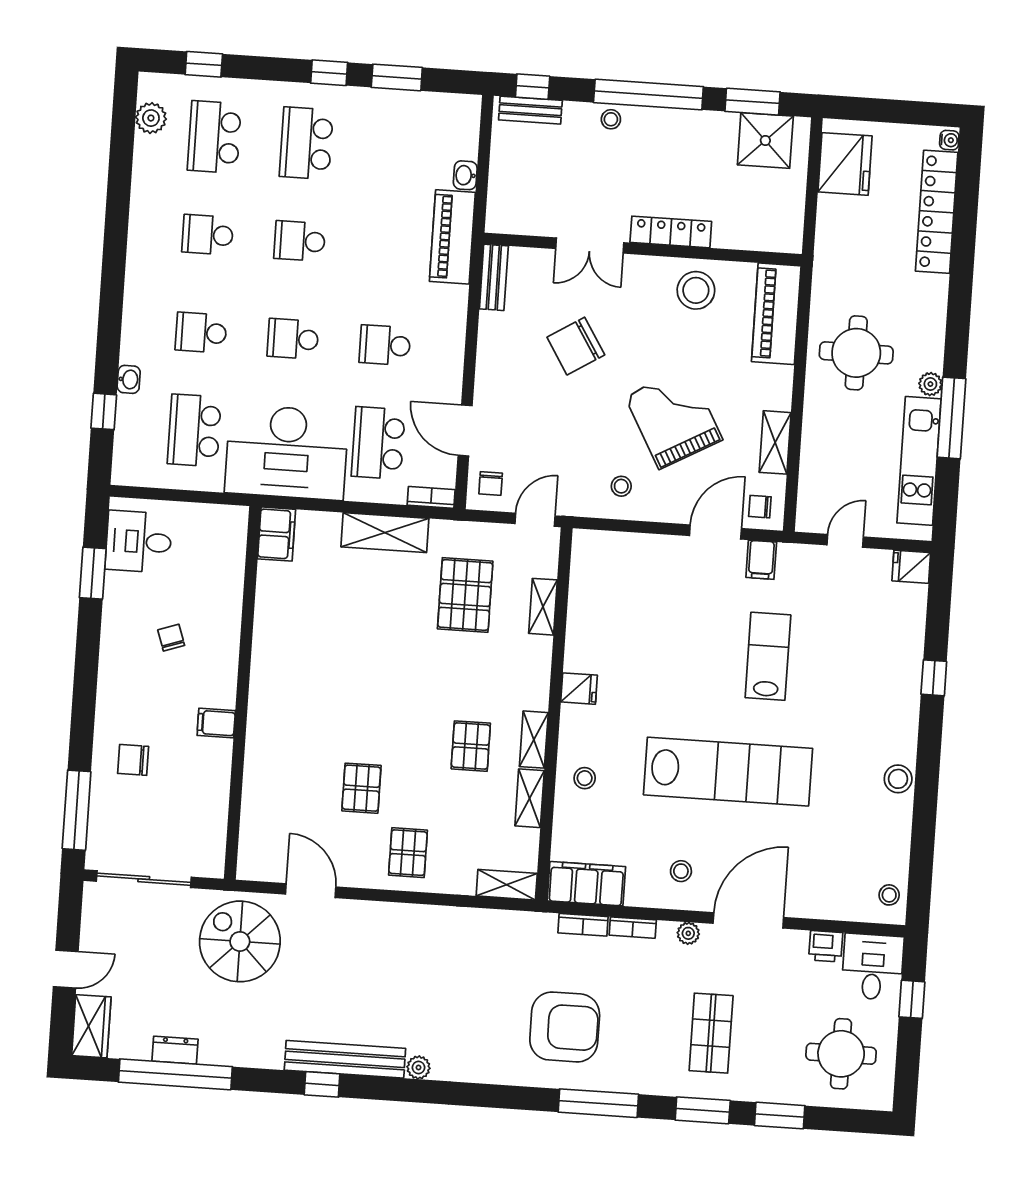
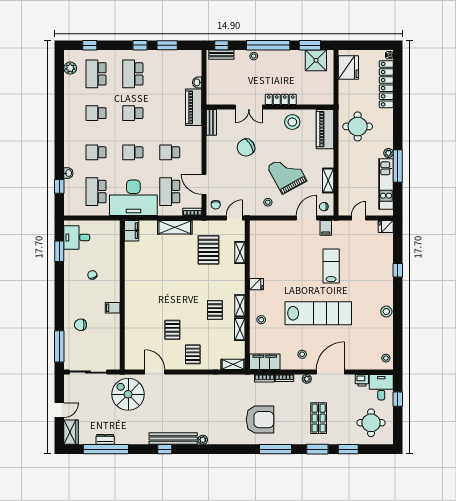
round table: (856, 353) -> (358, 126), moved

